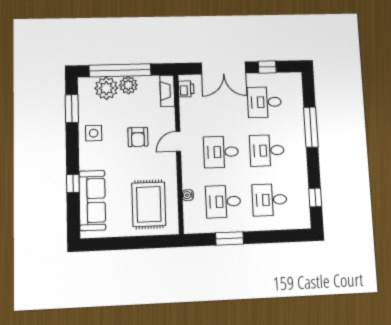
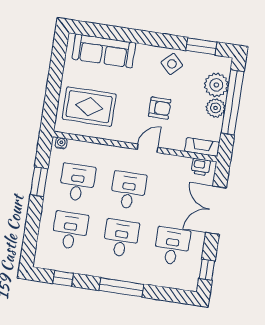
window: (267, 67) -> (207, 270), moved
window: (311, 127) -> (121, 287), moved
side table: (94, 133) -> (172, 64), turned 45
armchair: (138, 137) -> (160, 108), turned 180
door: (178, 141) -> (148, 148), hinge flipped
window: (73, 184) -> (125, 35), removed
water cooler: (188, 195) -> (61, 143), moved

